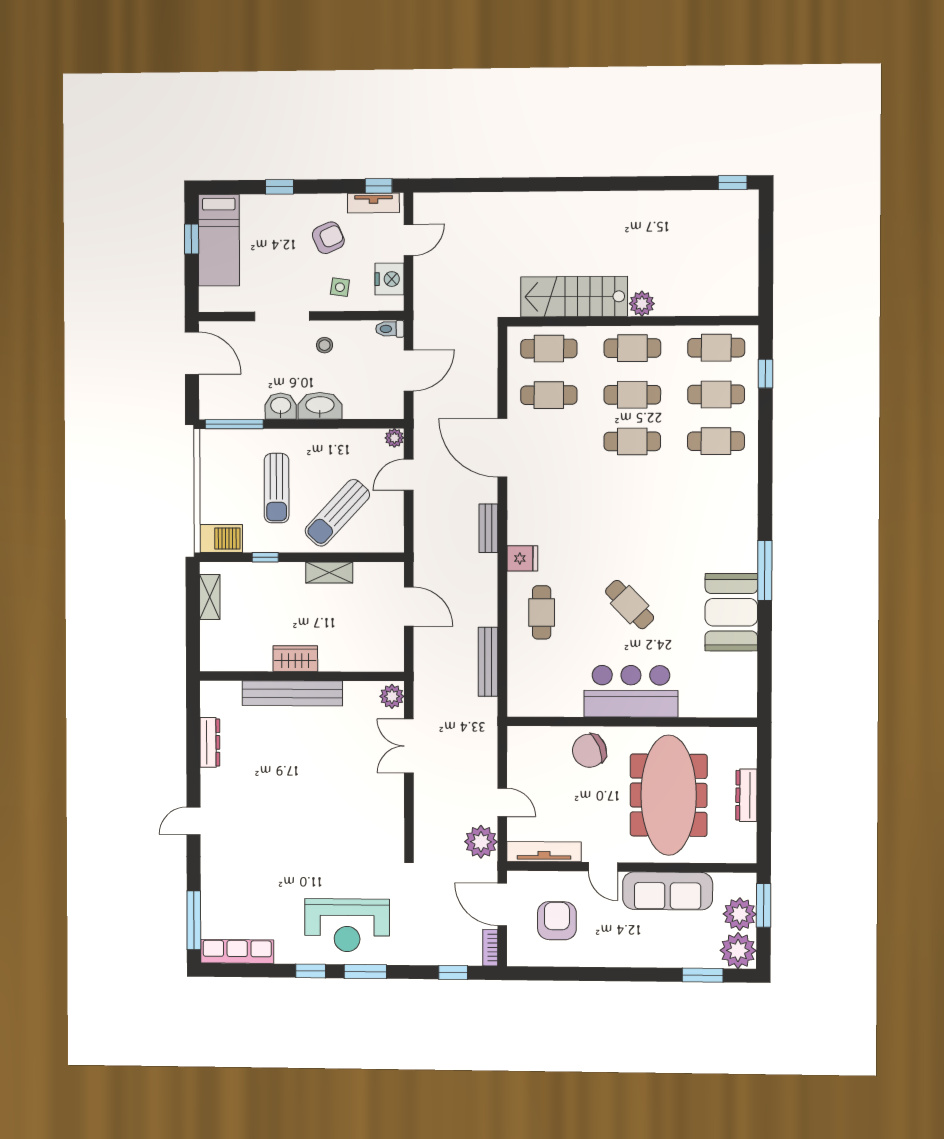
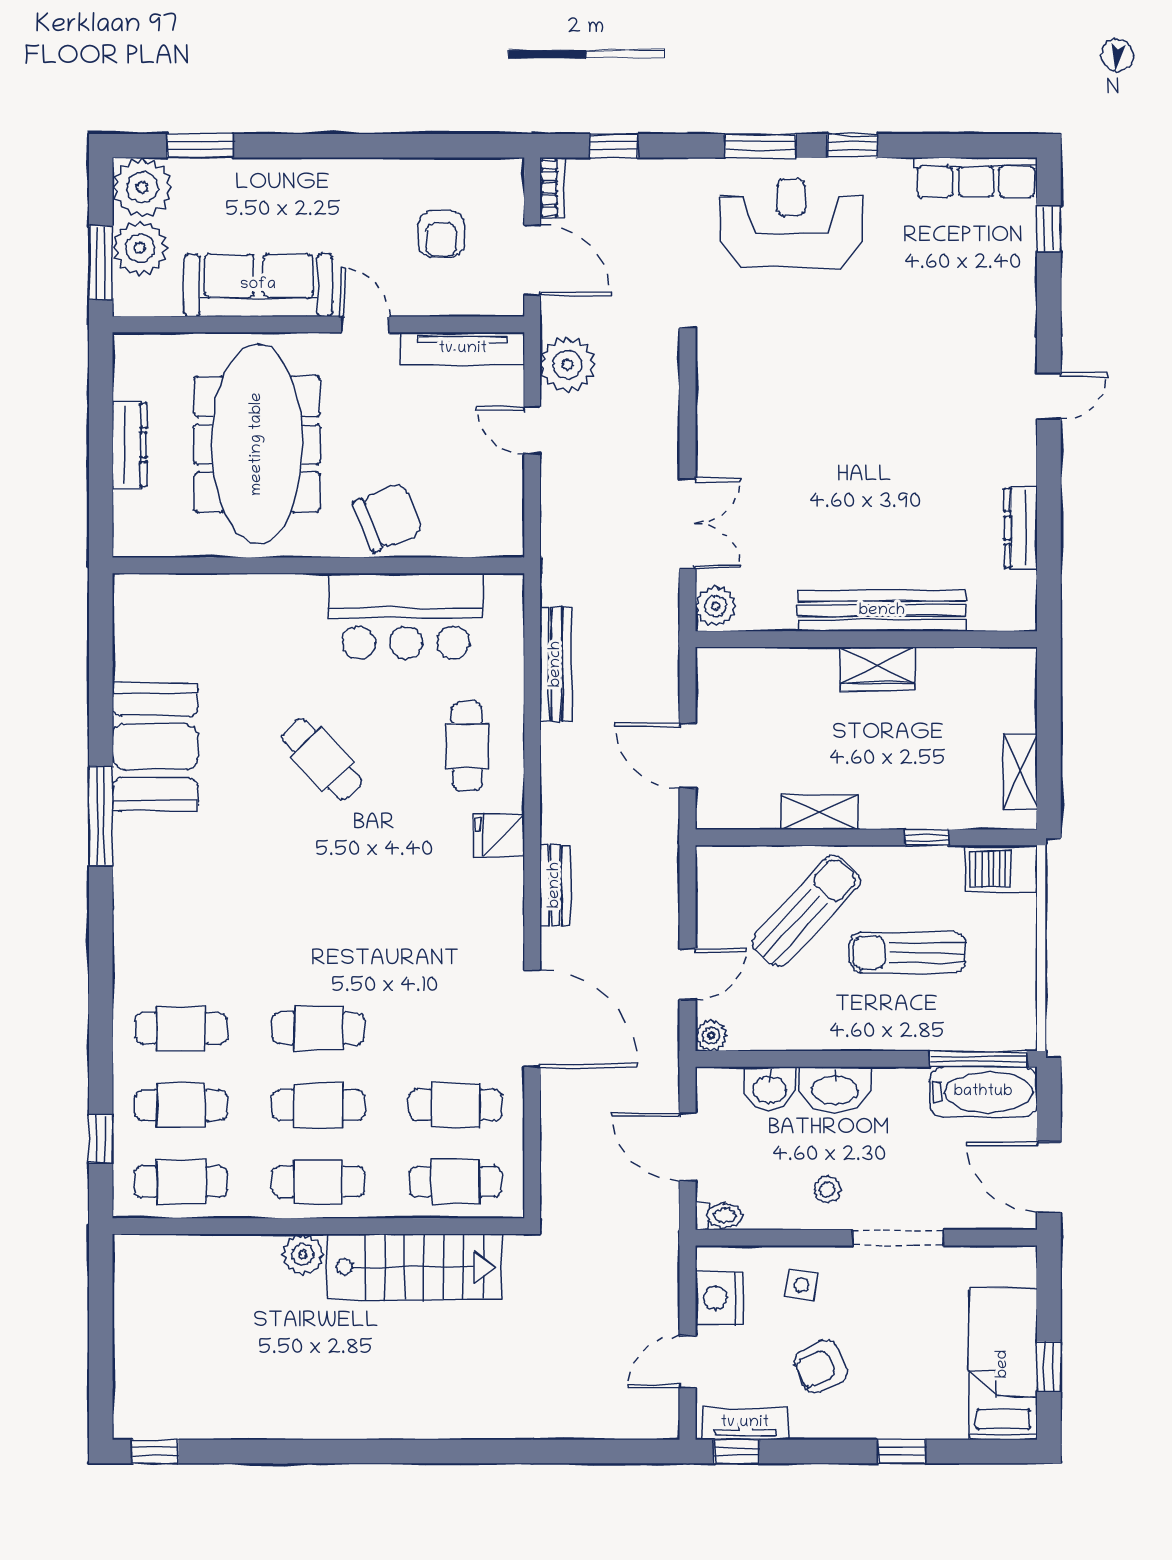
door: (409, 370) -> (687, 1147), hinge flipped
bathtub: (231, 404) -> (983, 1092), added
washbasin: (281, 406) -> (770, 1089), moved
sun lounger: (277, 488) -> (908, 952), turned -90
bar counter: (631, 691) -> (406, 616), moved
window: (194, 920) -> (1049, 229), width x0.46
armchair: (557, 921) -> (441, 234), width x0.72, depth x0.72

